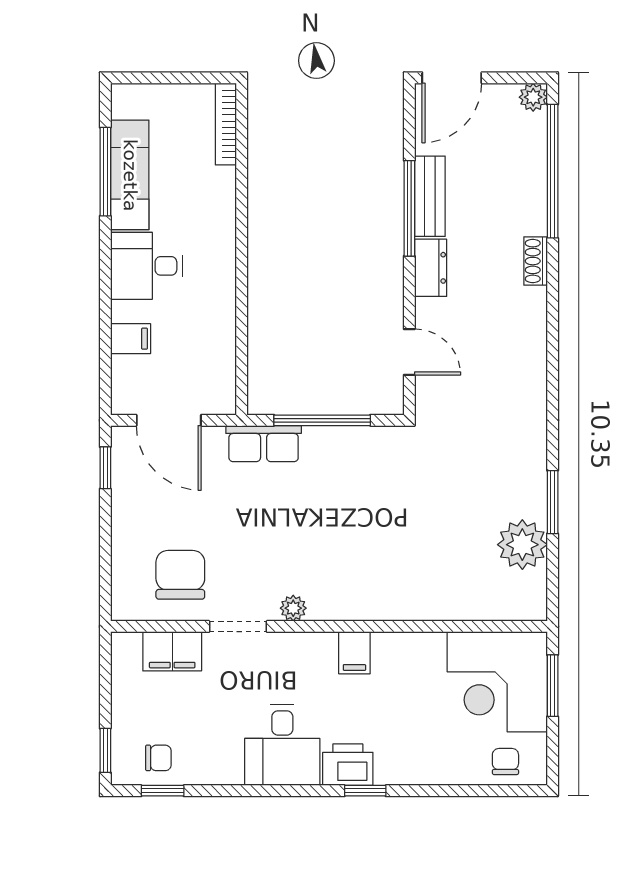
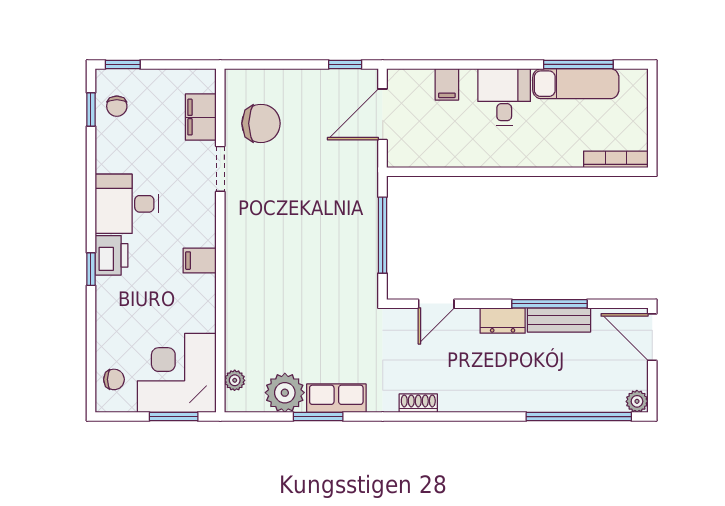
shoe rack: (536, 261) -> (418, 403), moved
row of seats: (264, 444) -> (336, 398), moved, turned 90
plant: (293, 608) -> (235, 380), moved

